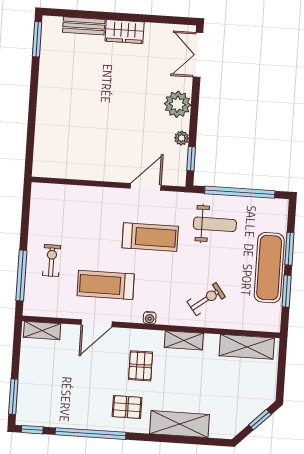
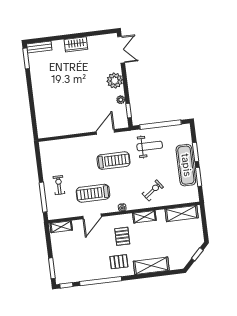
bench: (84, 26) -> (39, 47), moved
double door: (198, 55) -> (121, 50), swing flipped

